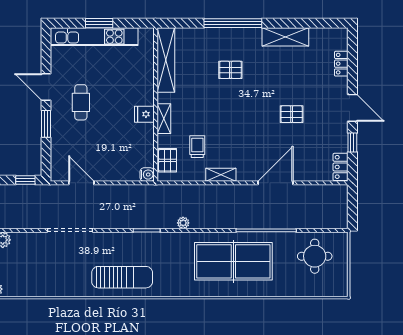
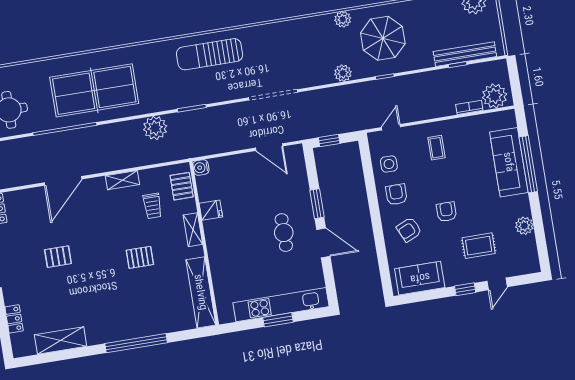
shelving: (285, 37) -> (61, 341), moved
pallet: (230, 70) -> (140, 257), moved
fridge: (144, 114) -> (211, 210), moved
plant: (183, 223) -> (155, 128), width x1.87, depth x1.87

